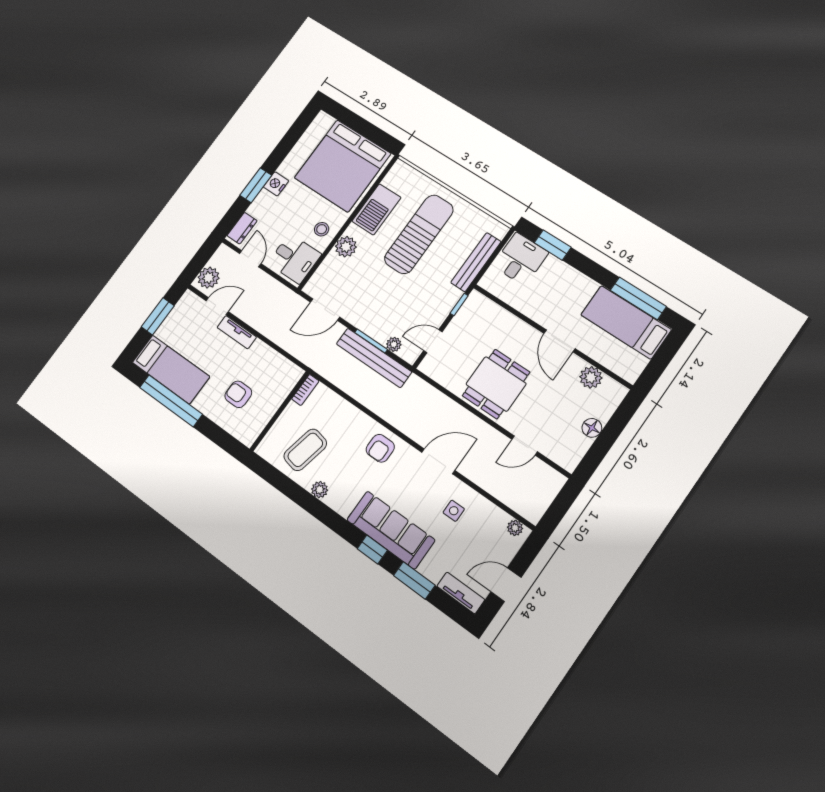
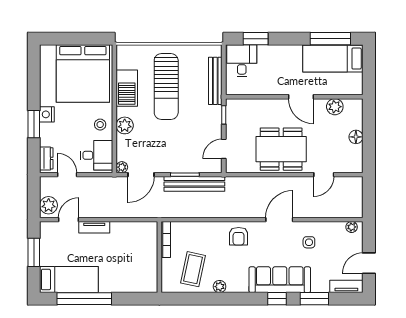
sun lounger: (419, 234) -> (166, 87), turned 180
plant: (394, 344) -> (122, 167), moved
dining table: (496, 384) -> (281, 149), width x1.38
bookcase: (305, 390) -> (166, 240), width x1.56
armchair: (238, 394) -> (125, 265), removed

